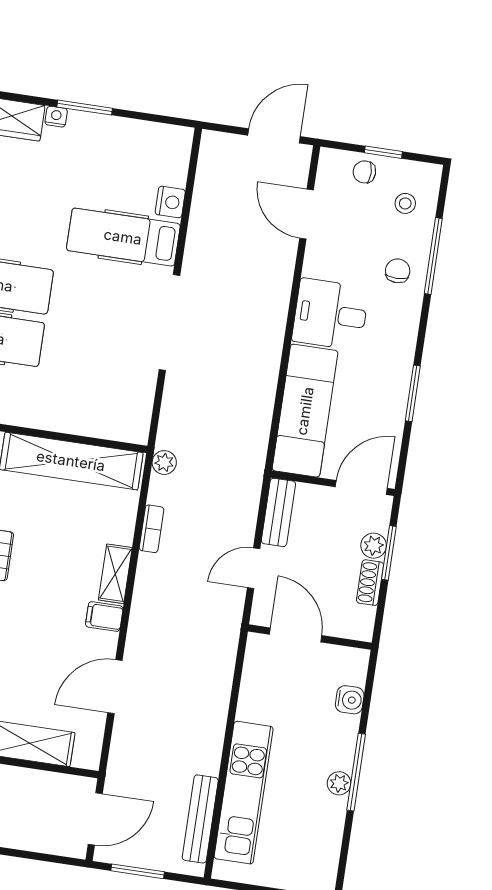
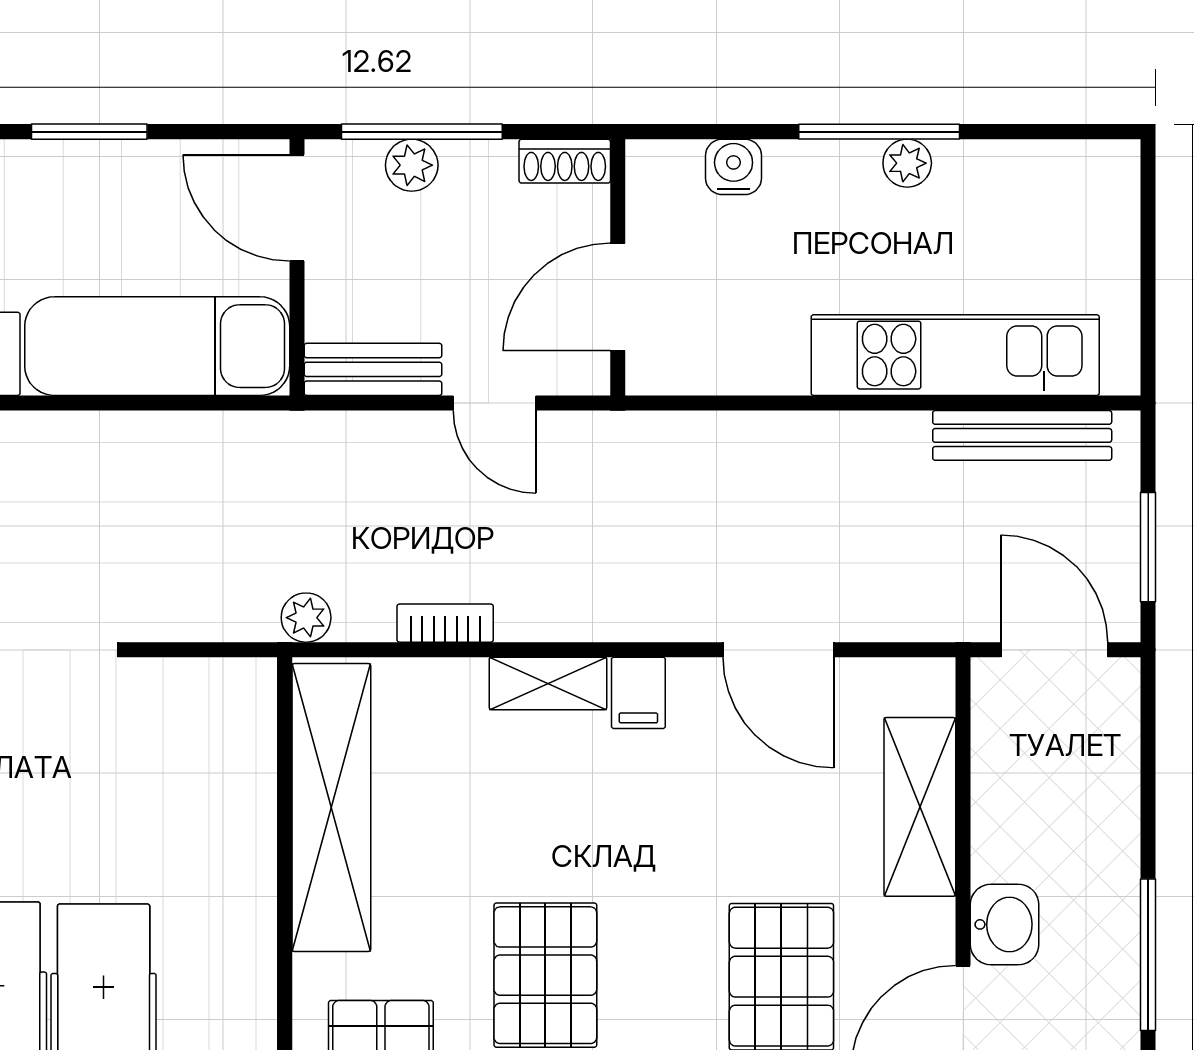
window: (389, 553) -> (422, 132), width x1.44
shoe rack: (370, 583) -> (565, 161), moved

